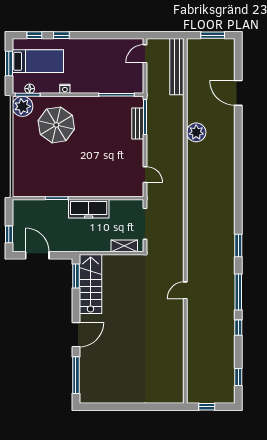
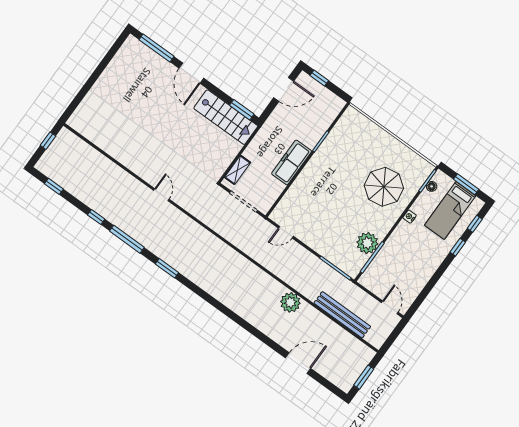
bench: (177, 67) -> (342, 315), moved
plant: (22, 106) -> (367, 243), moved
bench: (138, 123) -> (334, 258), removed

